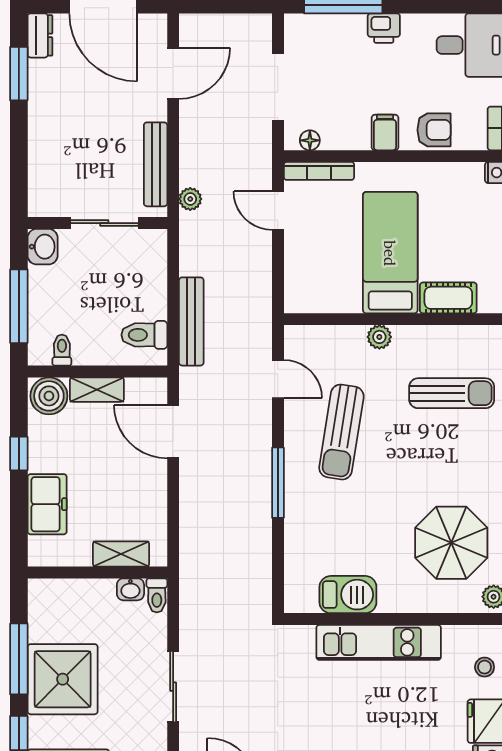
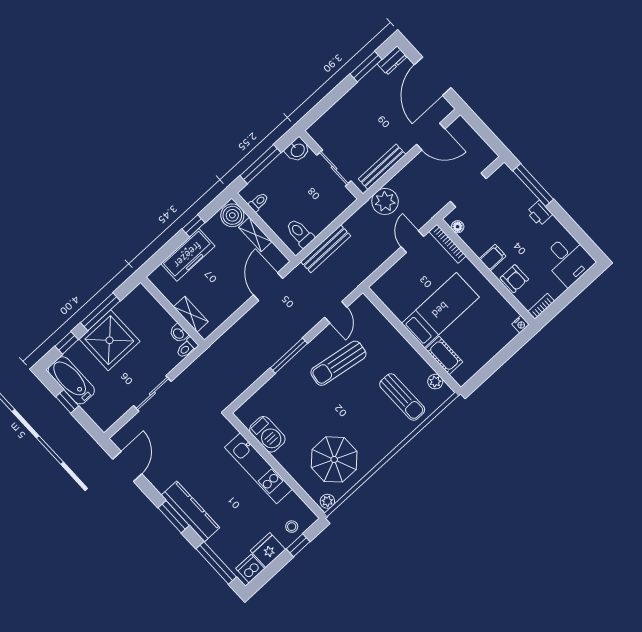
plant: (190, 199) -> (385, 201), width x1.88, depth x1.88
plant: (379, 337) -> (435, 382), moved
freezer: (47, 504) -> (188, 255), width x1.40

